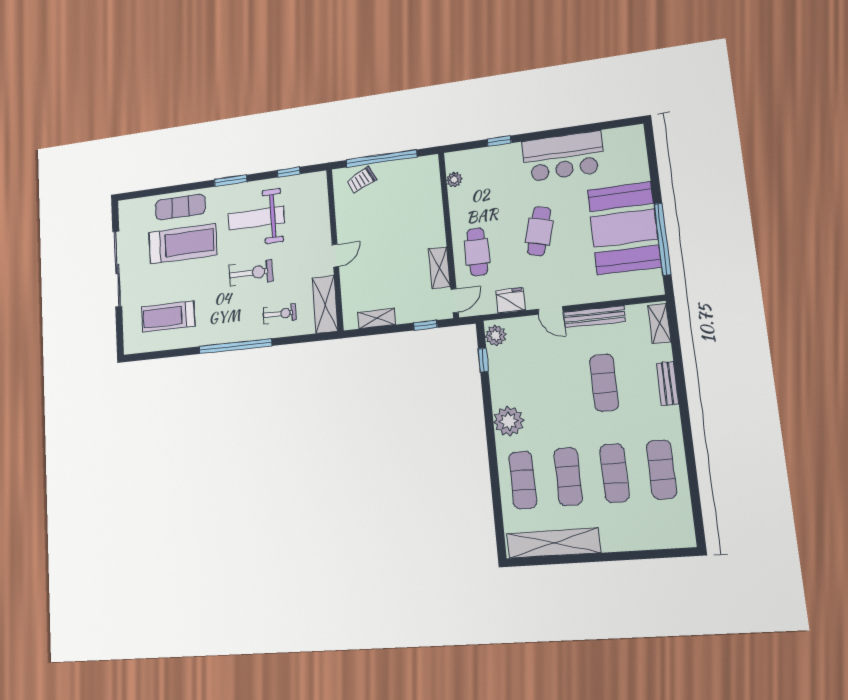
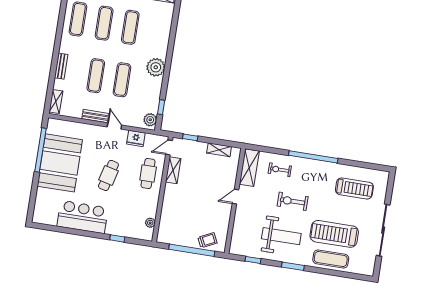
bench: (595, 317) -> (95, 116), width x0.73
exercise mat: (523, 480) -> (122, 80), moved

